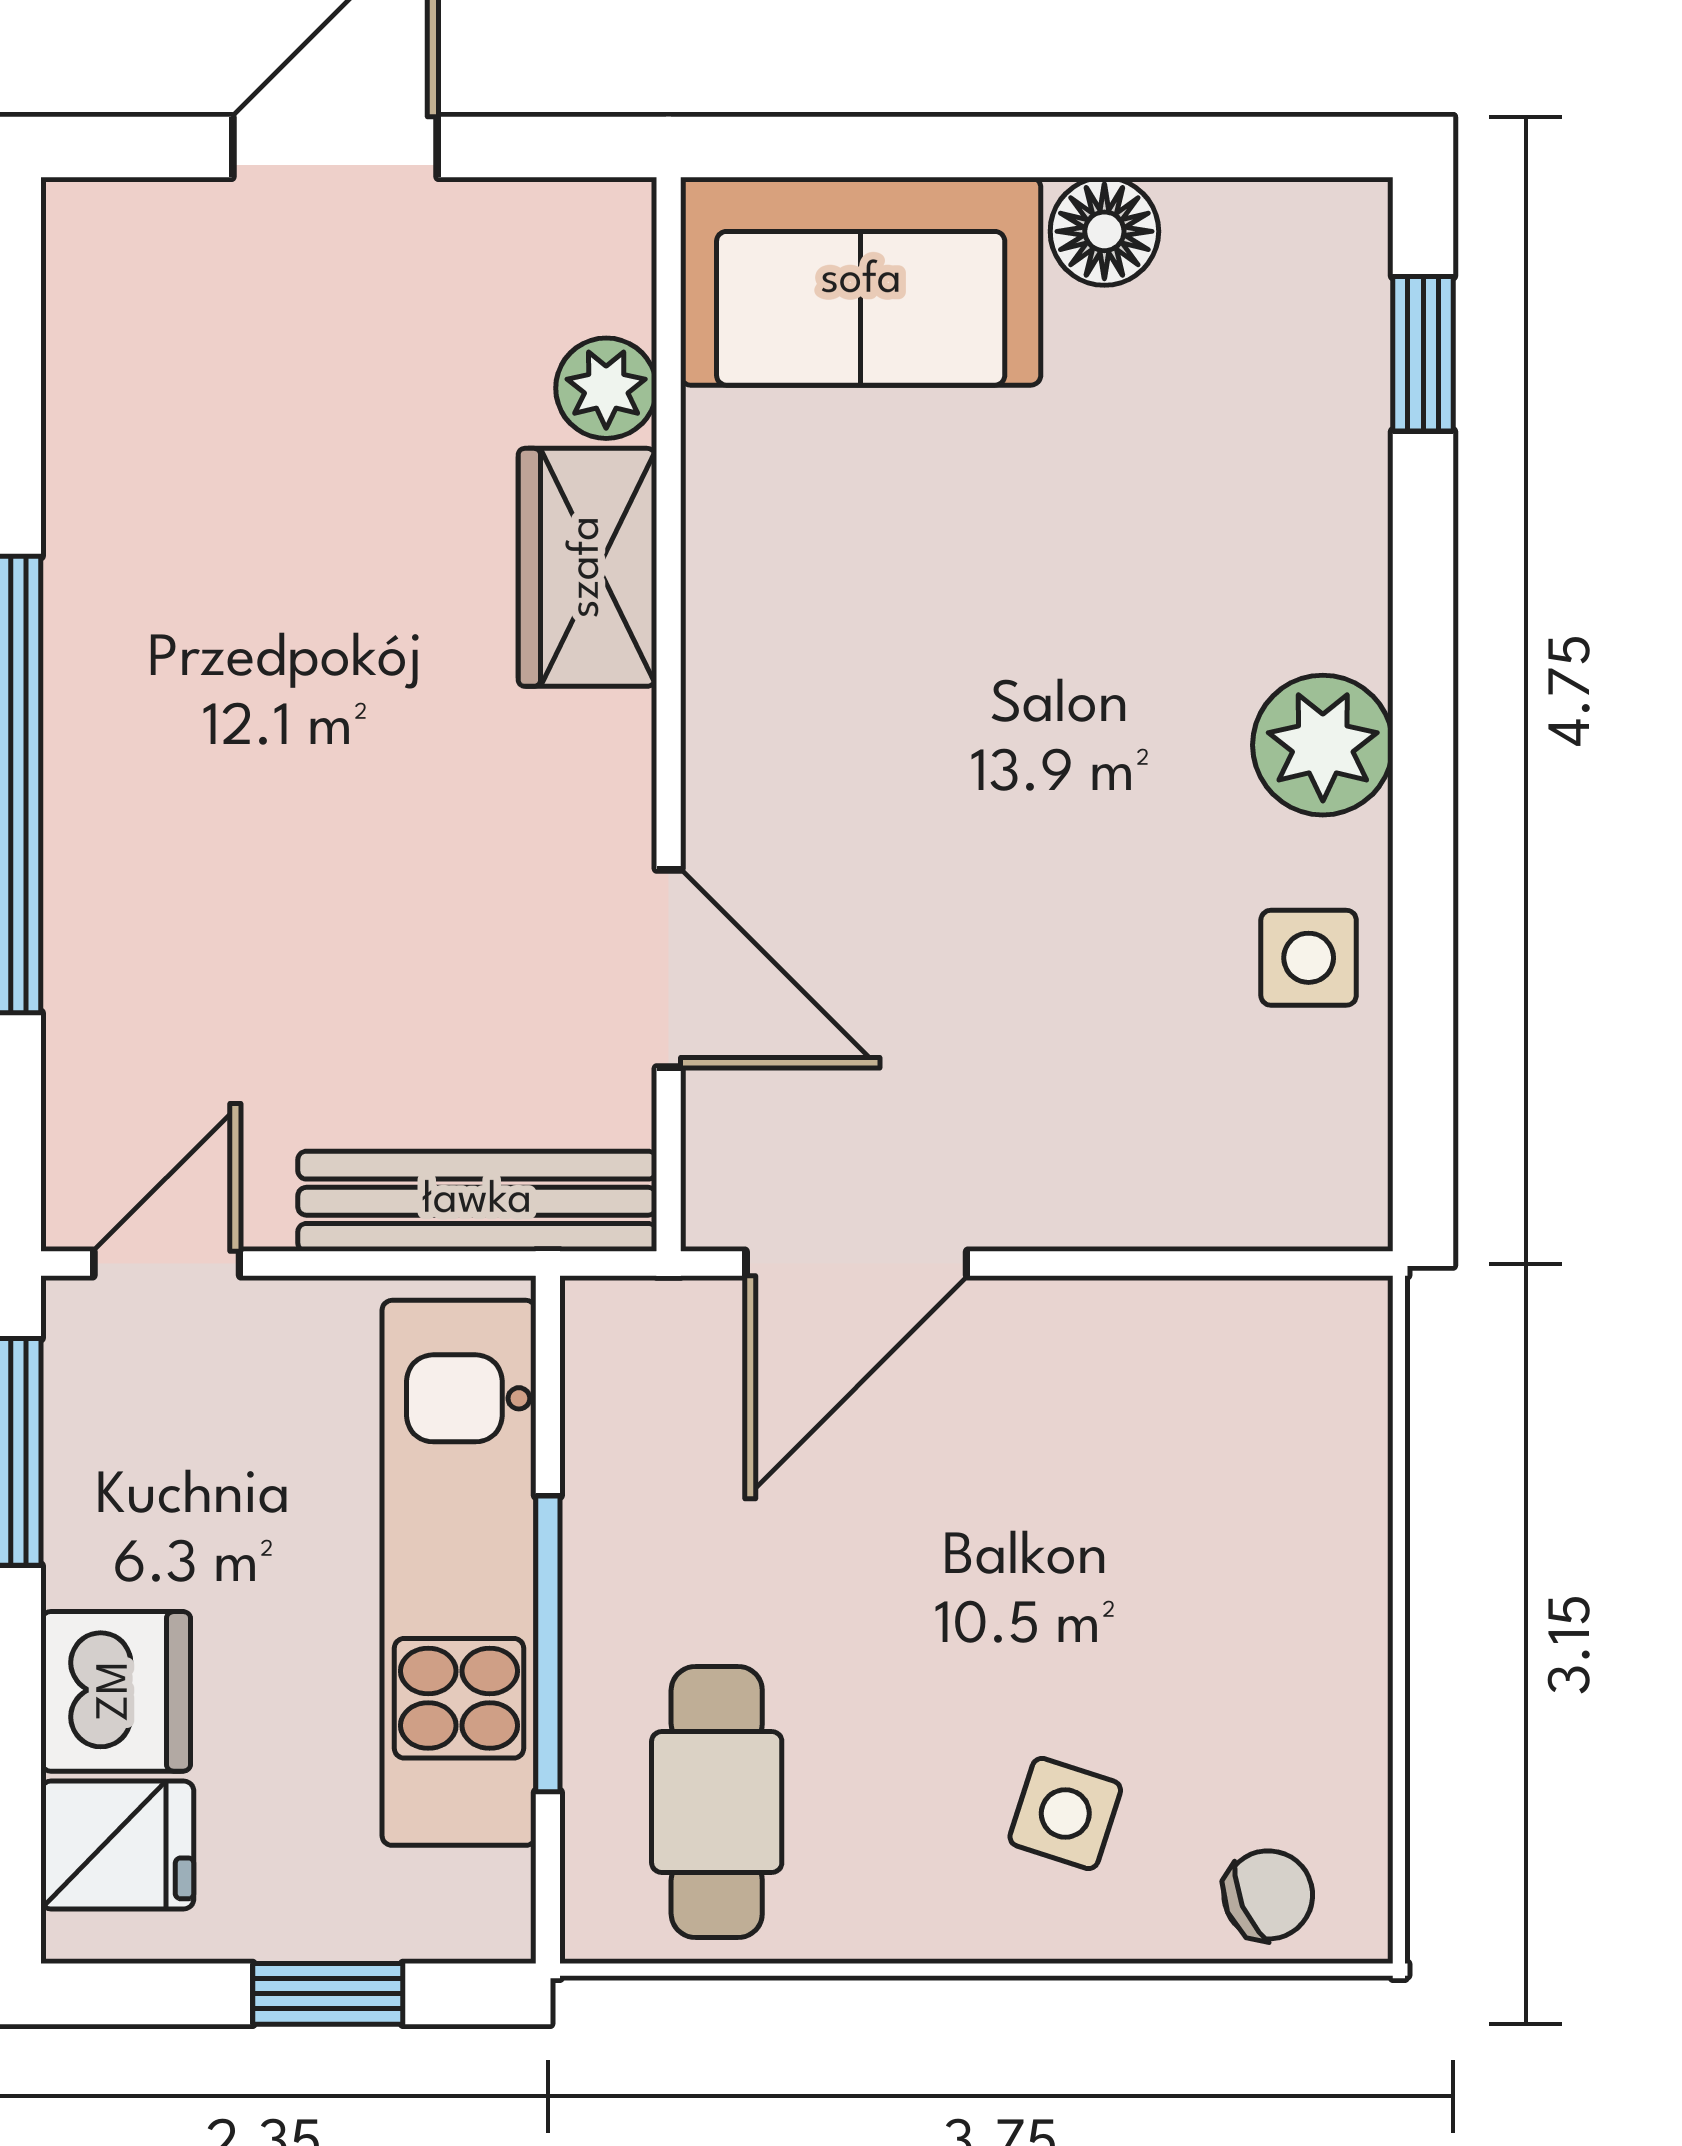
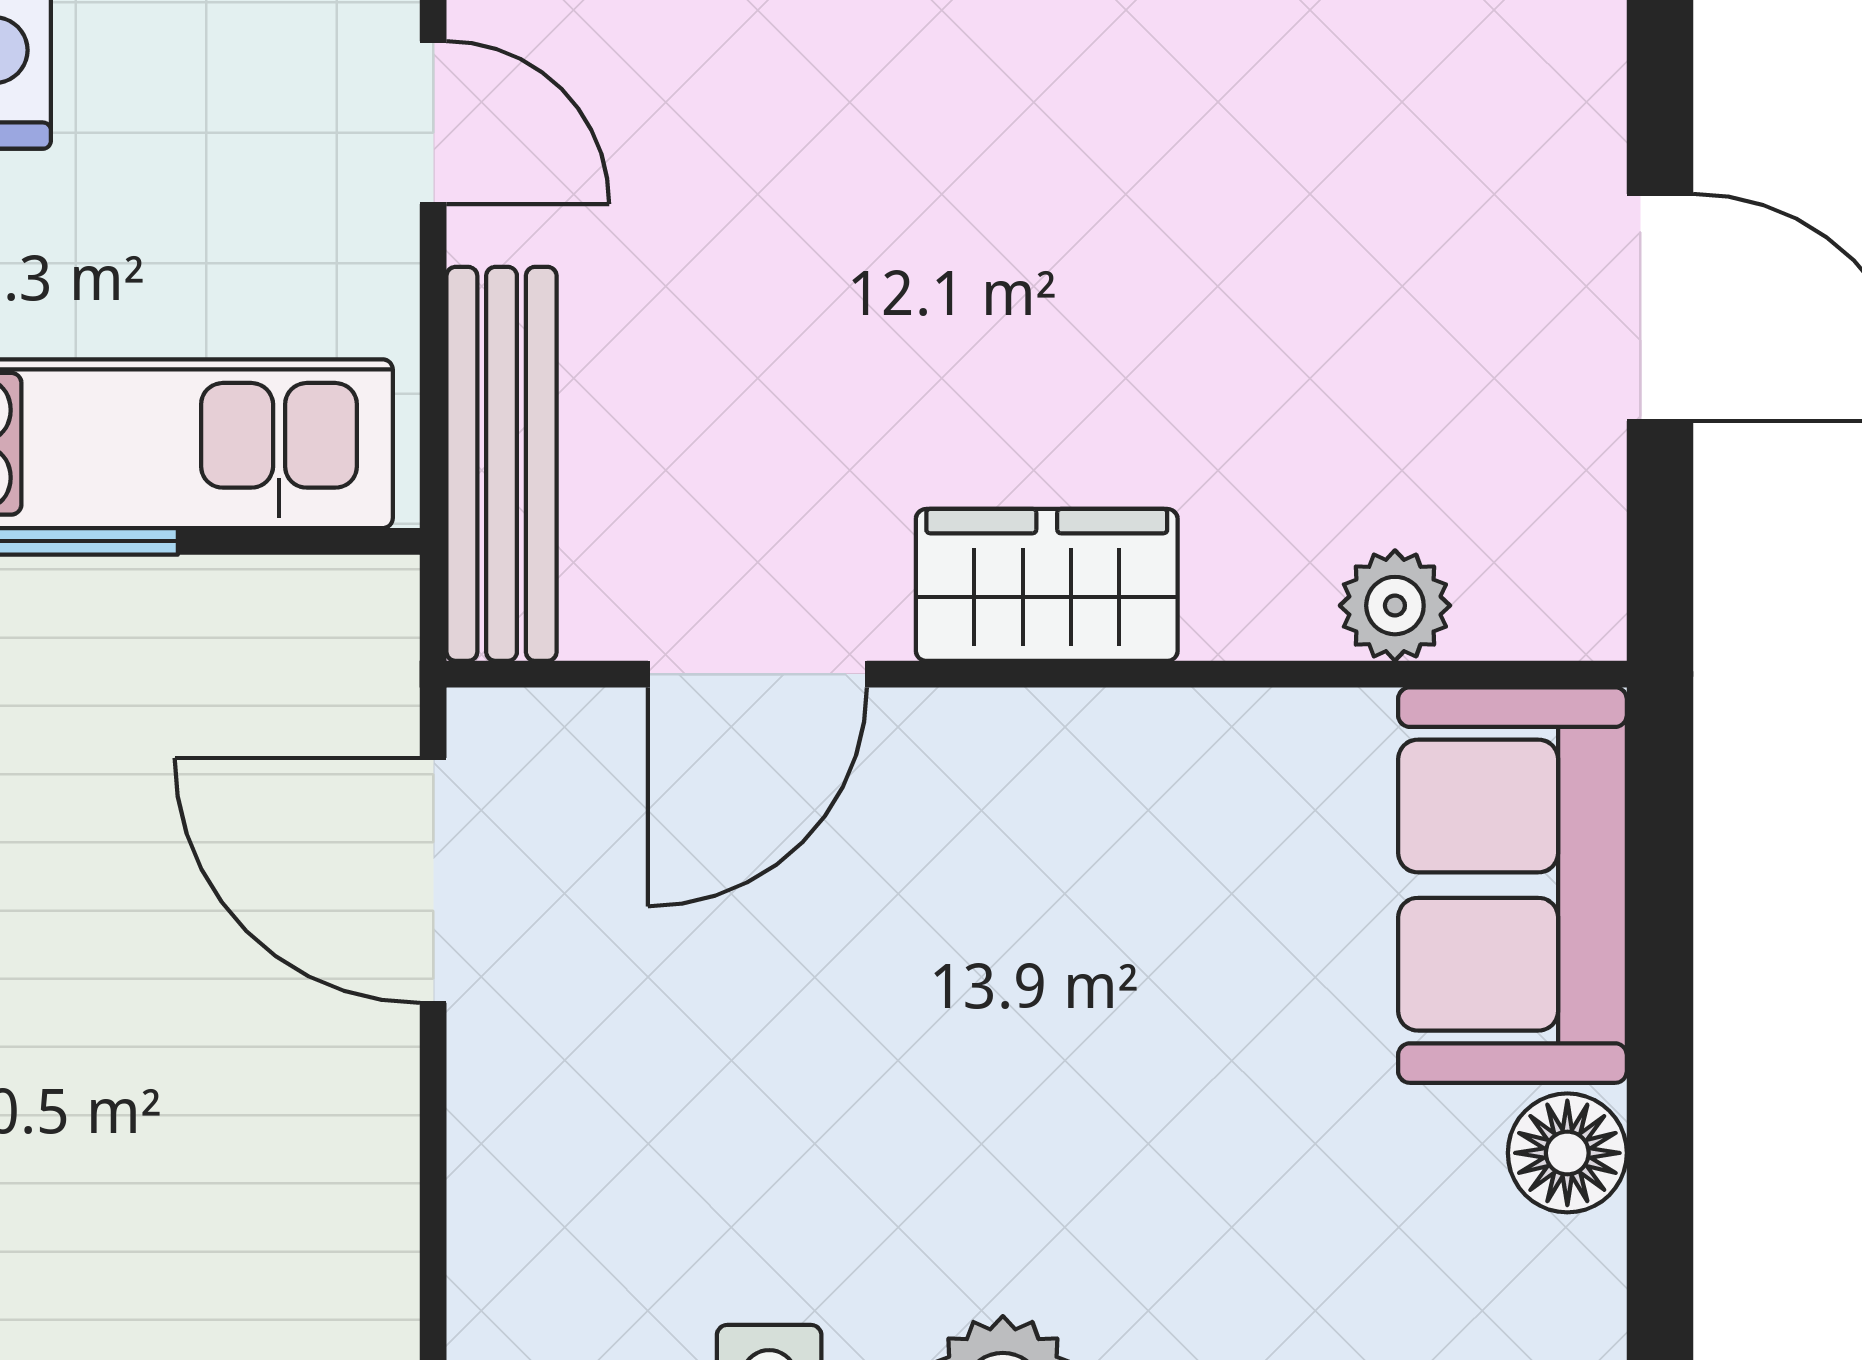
wardrobe: (587, 567) -> (1047, 585), moved

